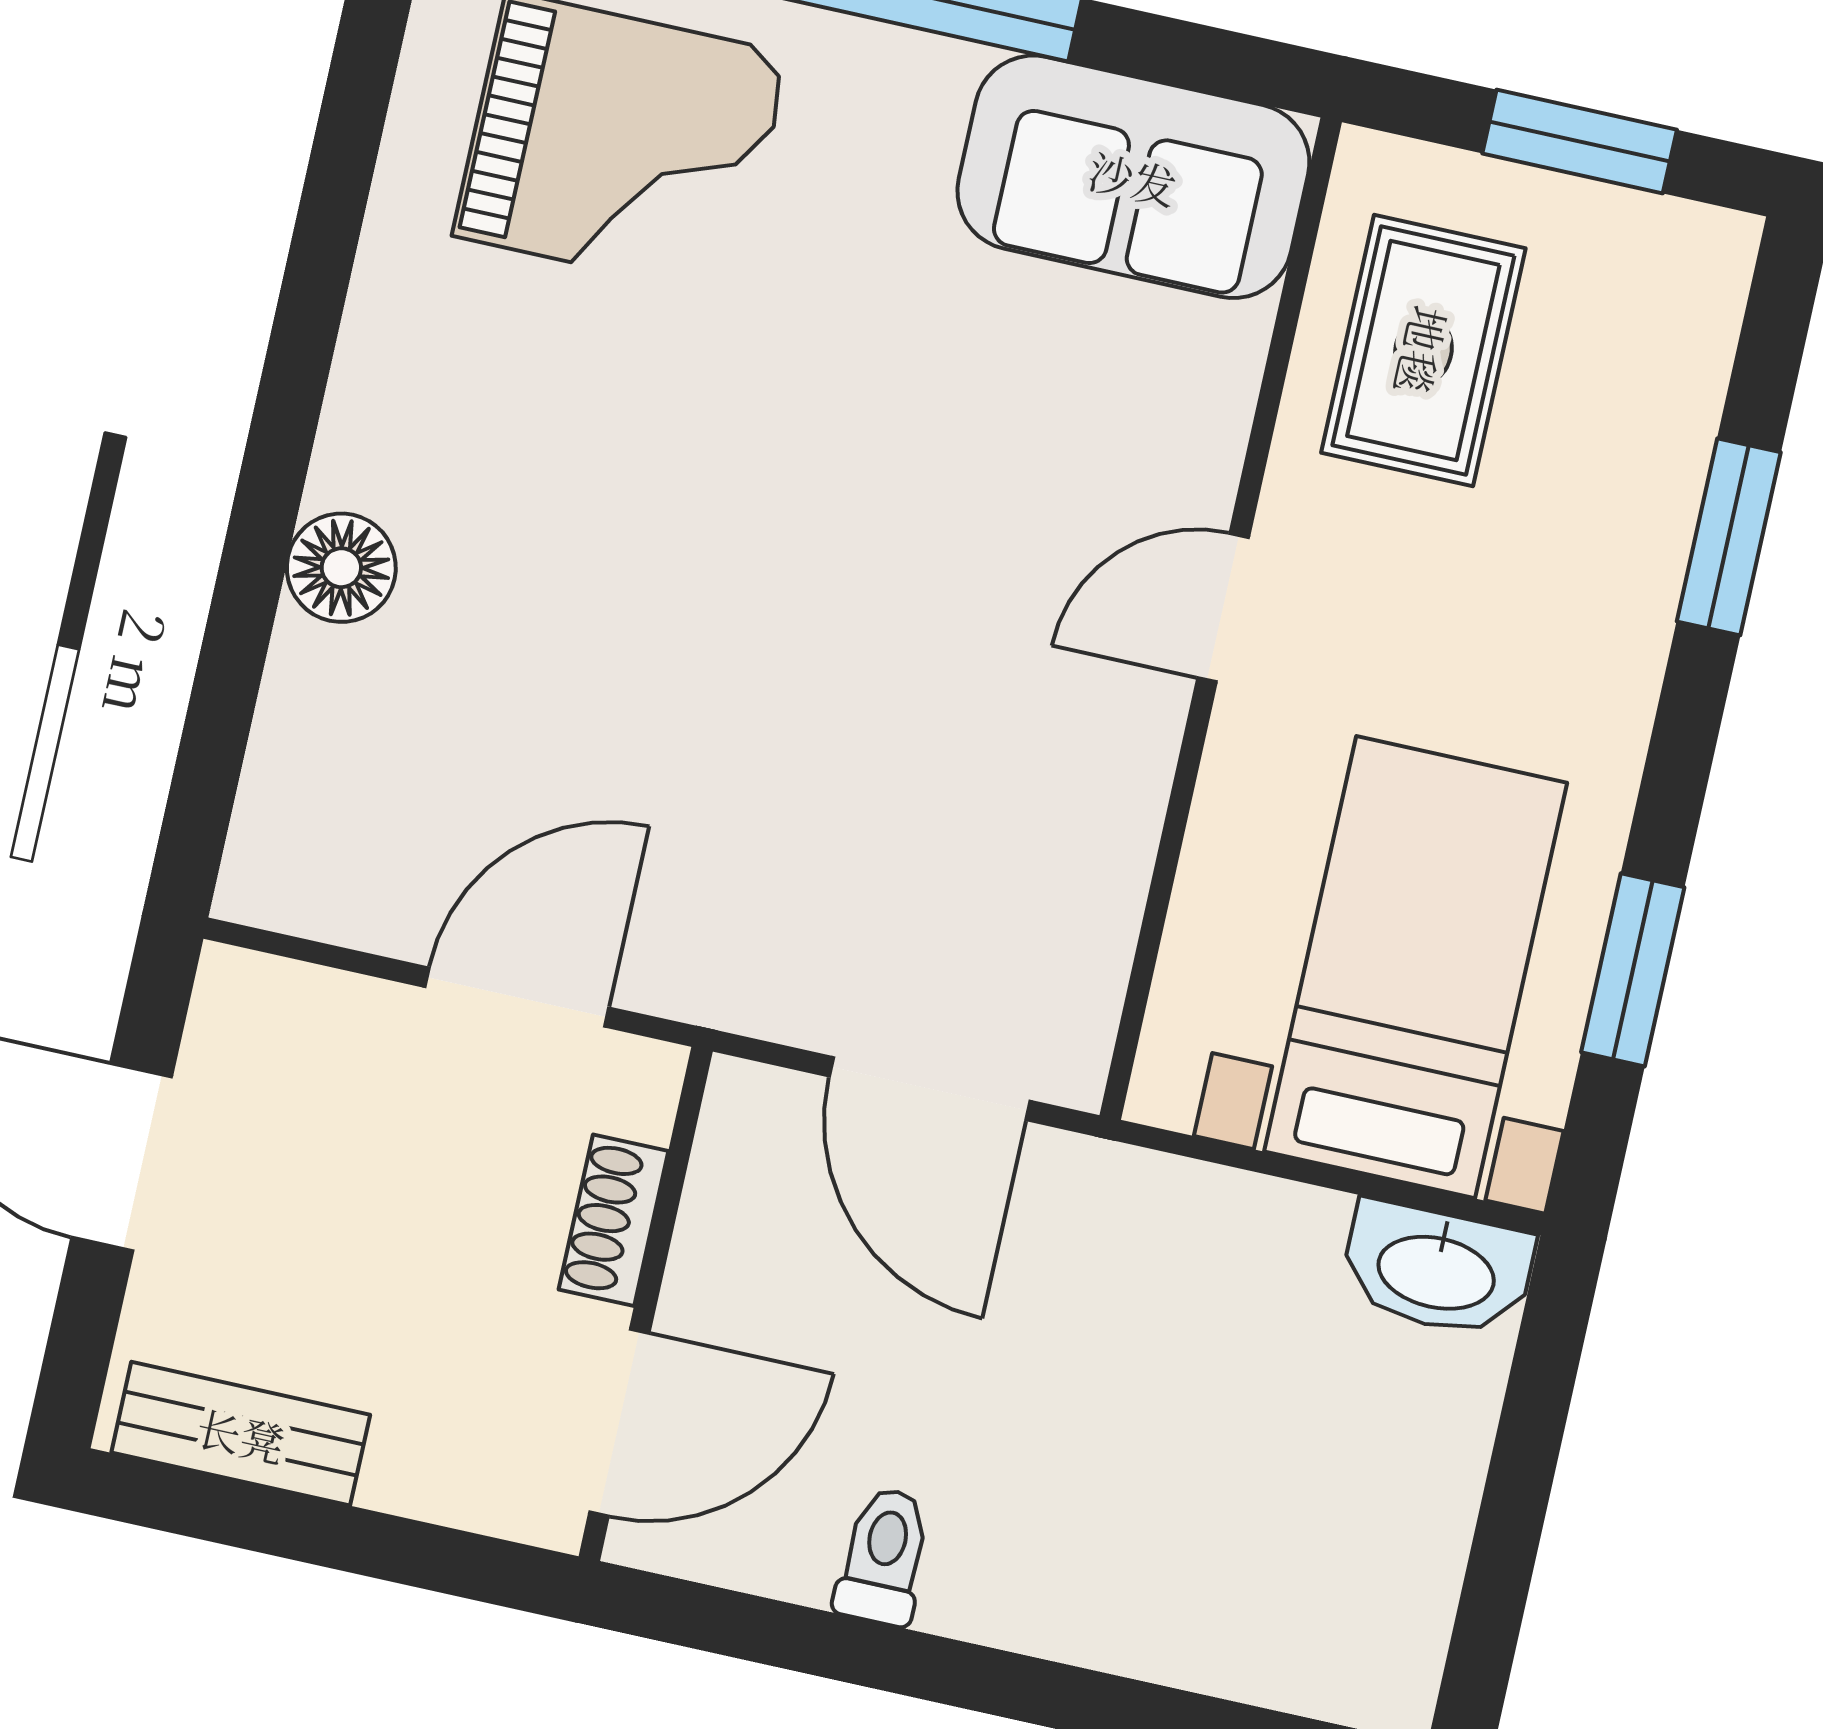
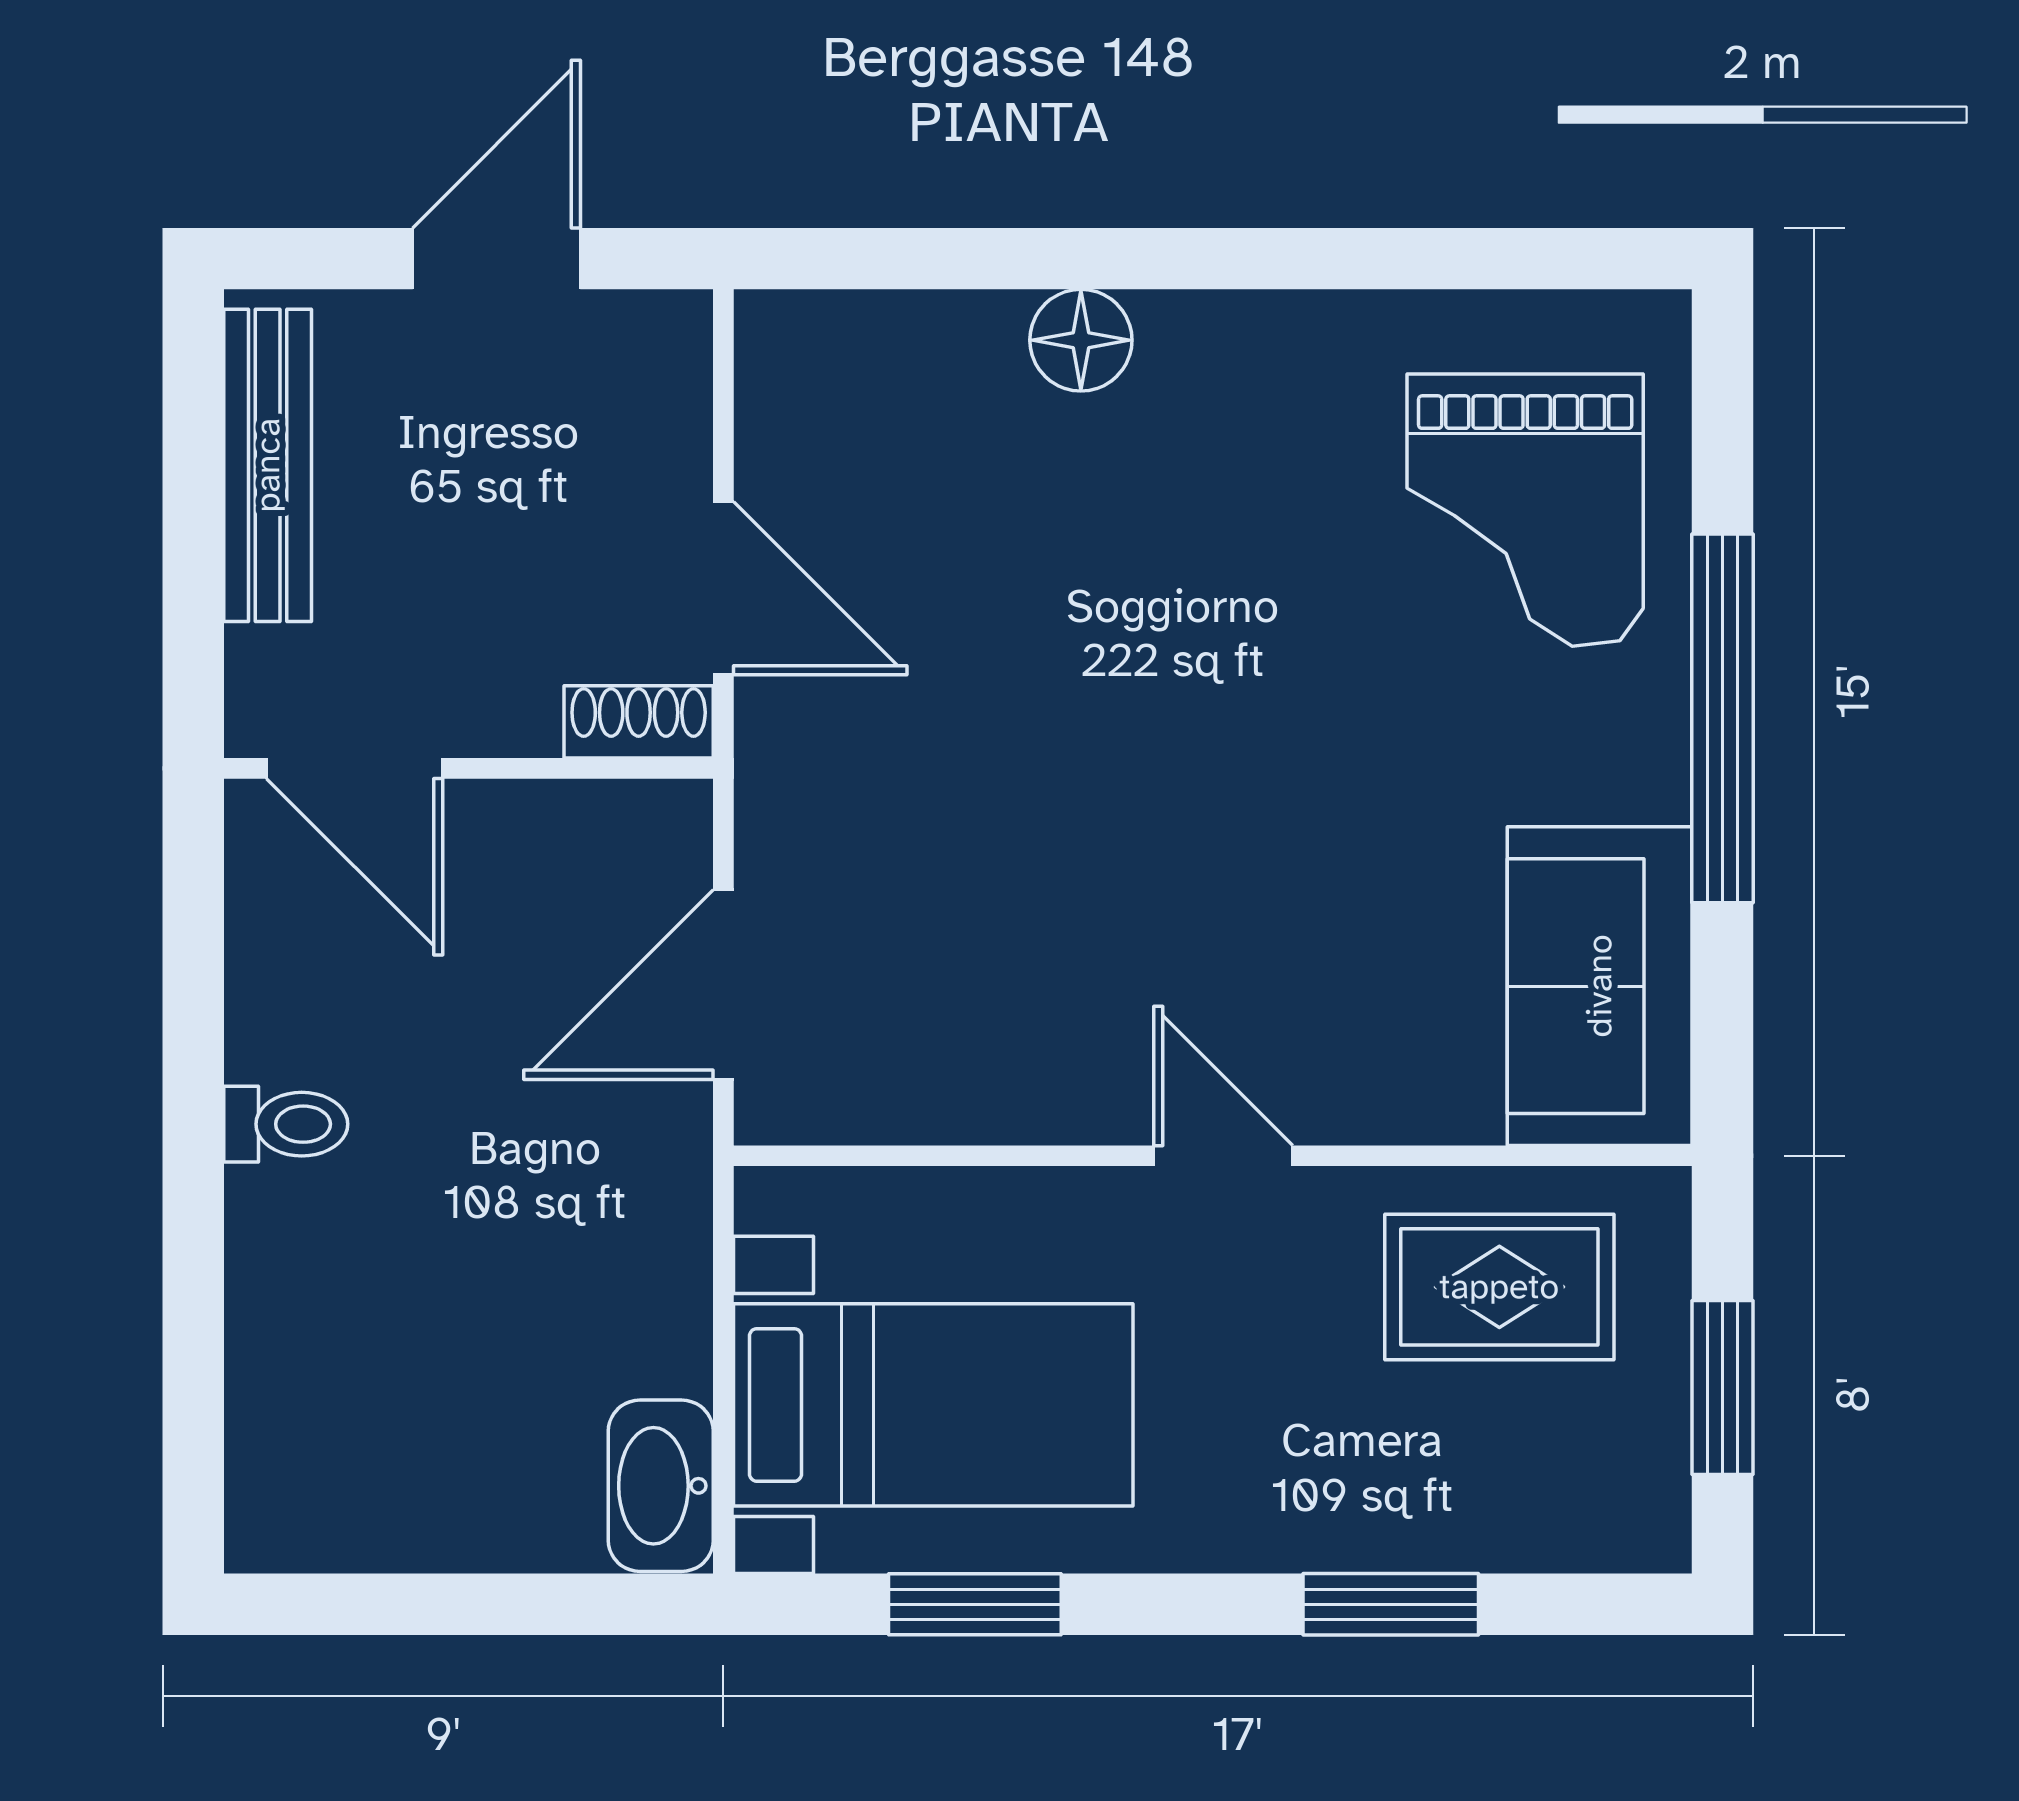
shoe rack: (614, 1220) -> (639, 722), moved
bench: (241, 1434) -> (268, 465), width x1.36
toilet: (884, 1556) -> (286, 1124), moved

